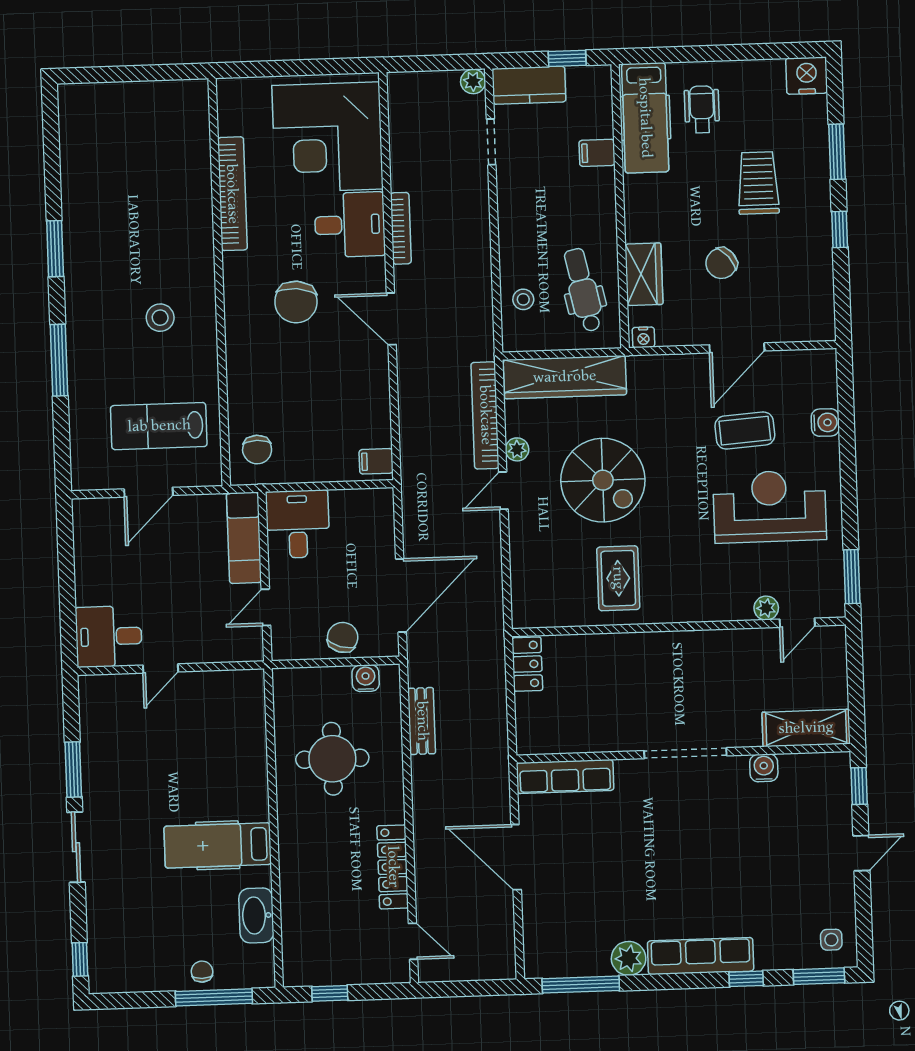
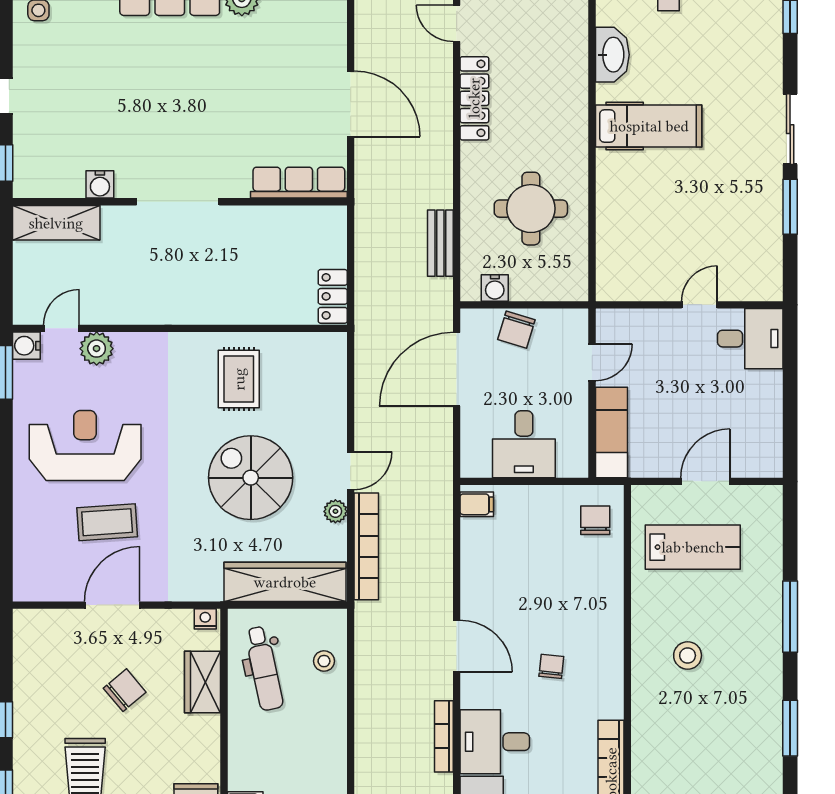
chair: (296, 302) -> (551, 666), width x0.54, depth x0.54
water cooler: (825, 423) -> (26, 346), moved
reception desk: (770, 506) -> (85, 445), turned 180
desk: (298, 524) -> (524, 444), moved
plant: (766, 608) -> (97, 349), width x1.38, depth x1.38

